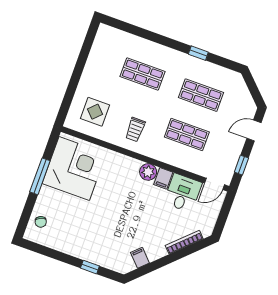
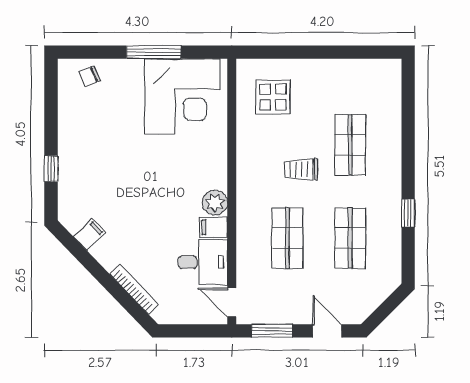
trolley: (135, 130) -> (301, 169), moved
window: (241, 165) -> (272, 331), width x1.50

